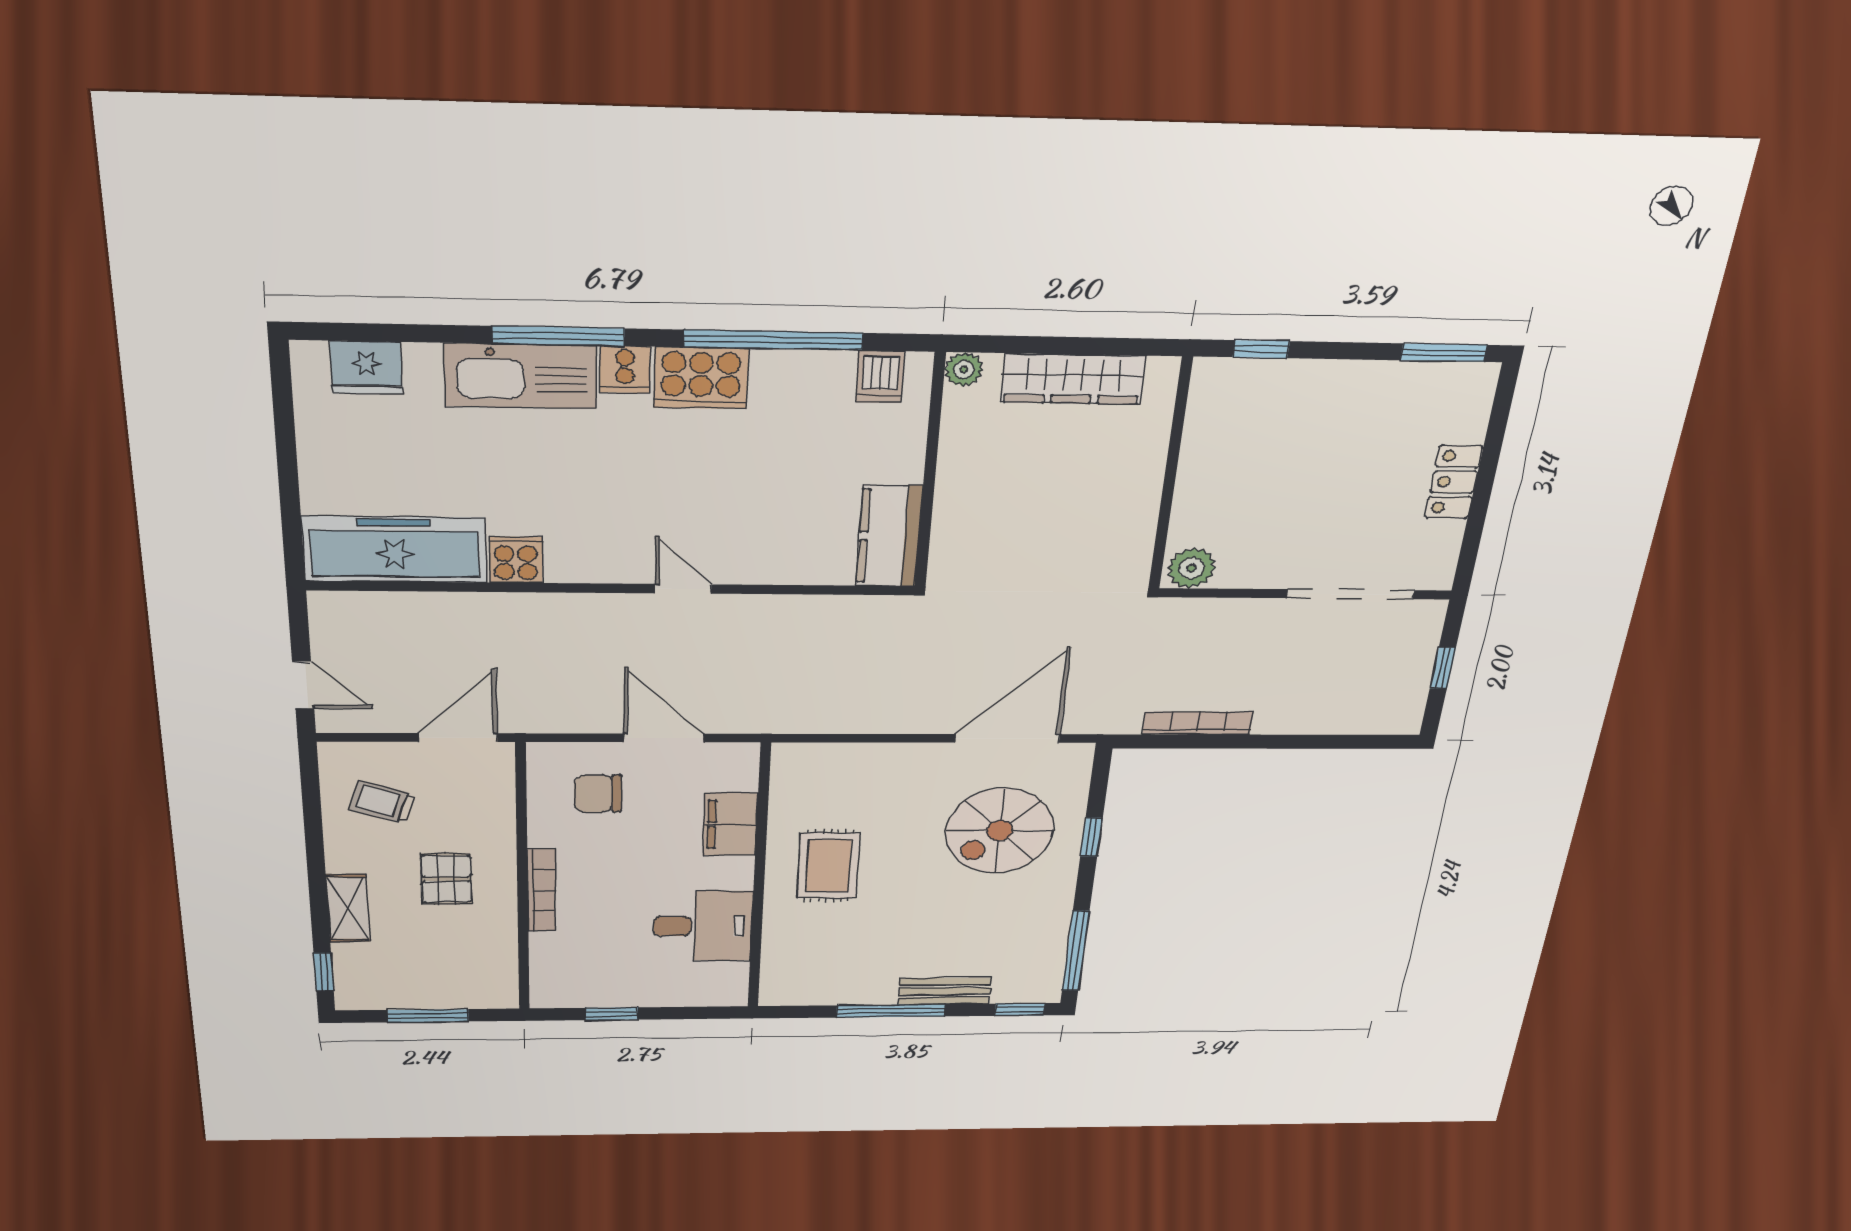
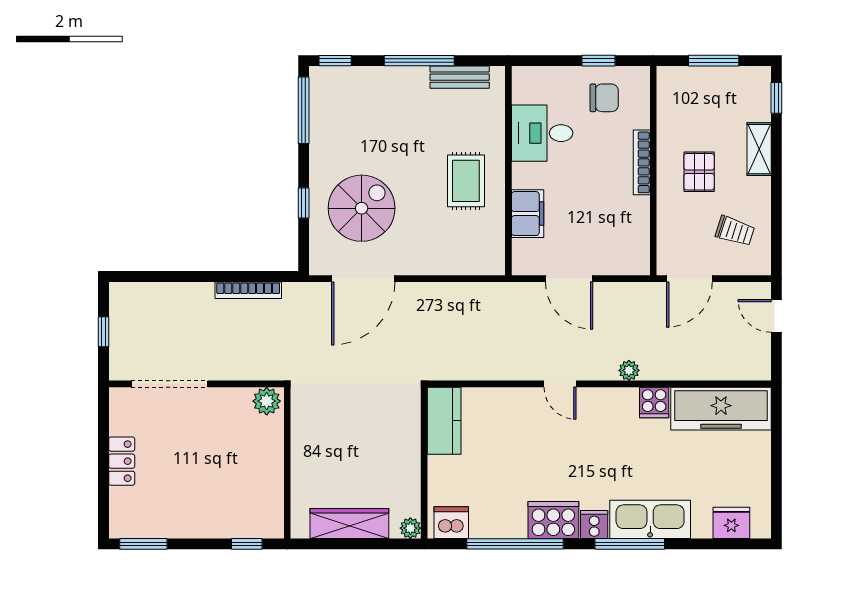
dishwasher: (880, 377) -> (451, 523), width x1.38
plant: (561, 608) -> (629, 370), added
chair: (598, 794) -> (604, 98), moved
bench: (945, 991) -> (460, 77), moved

